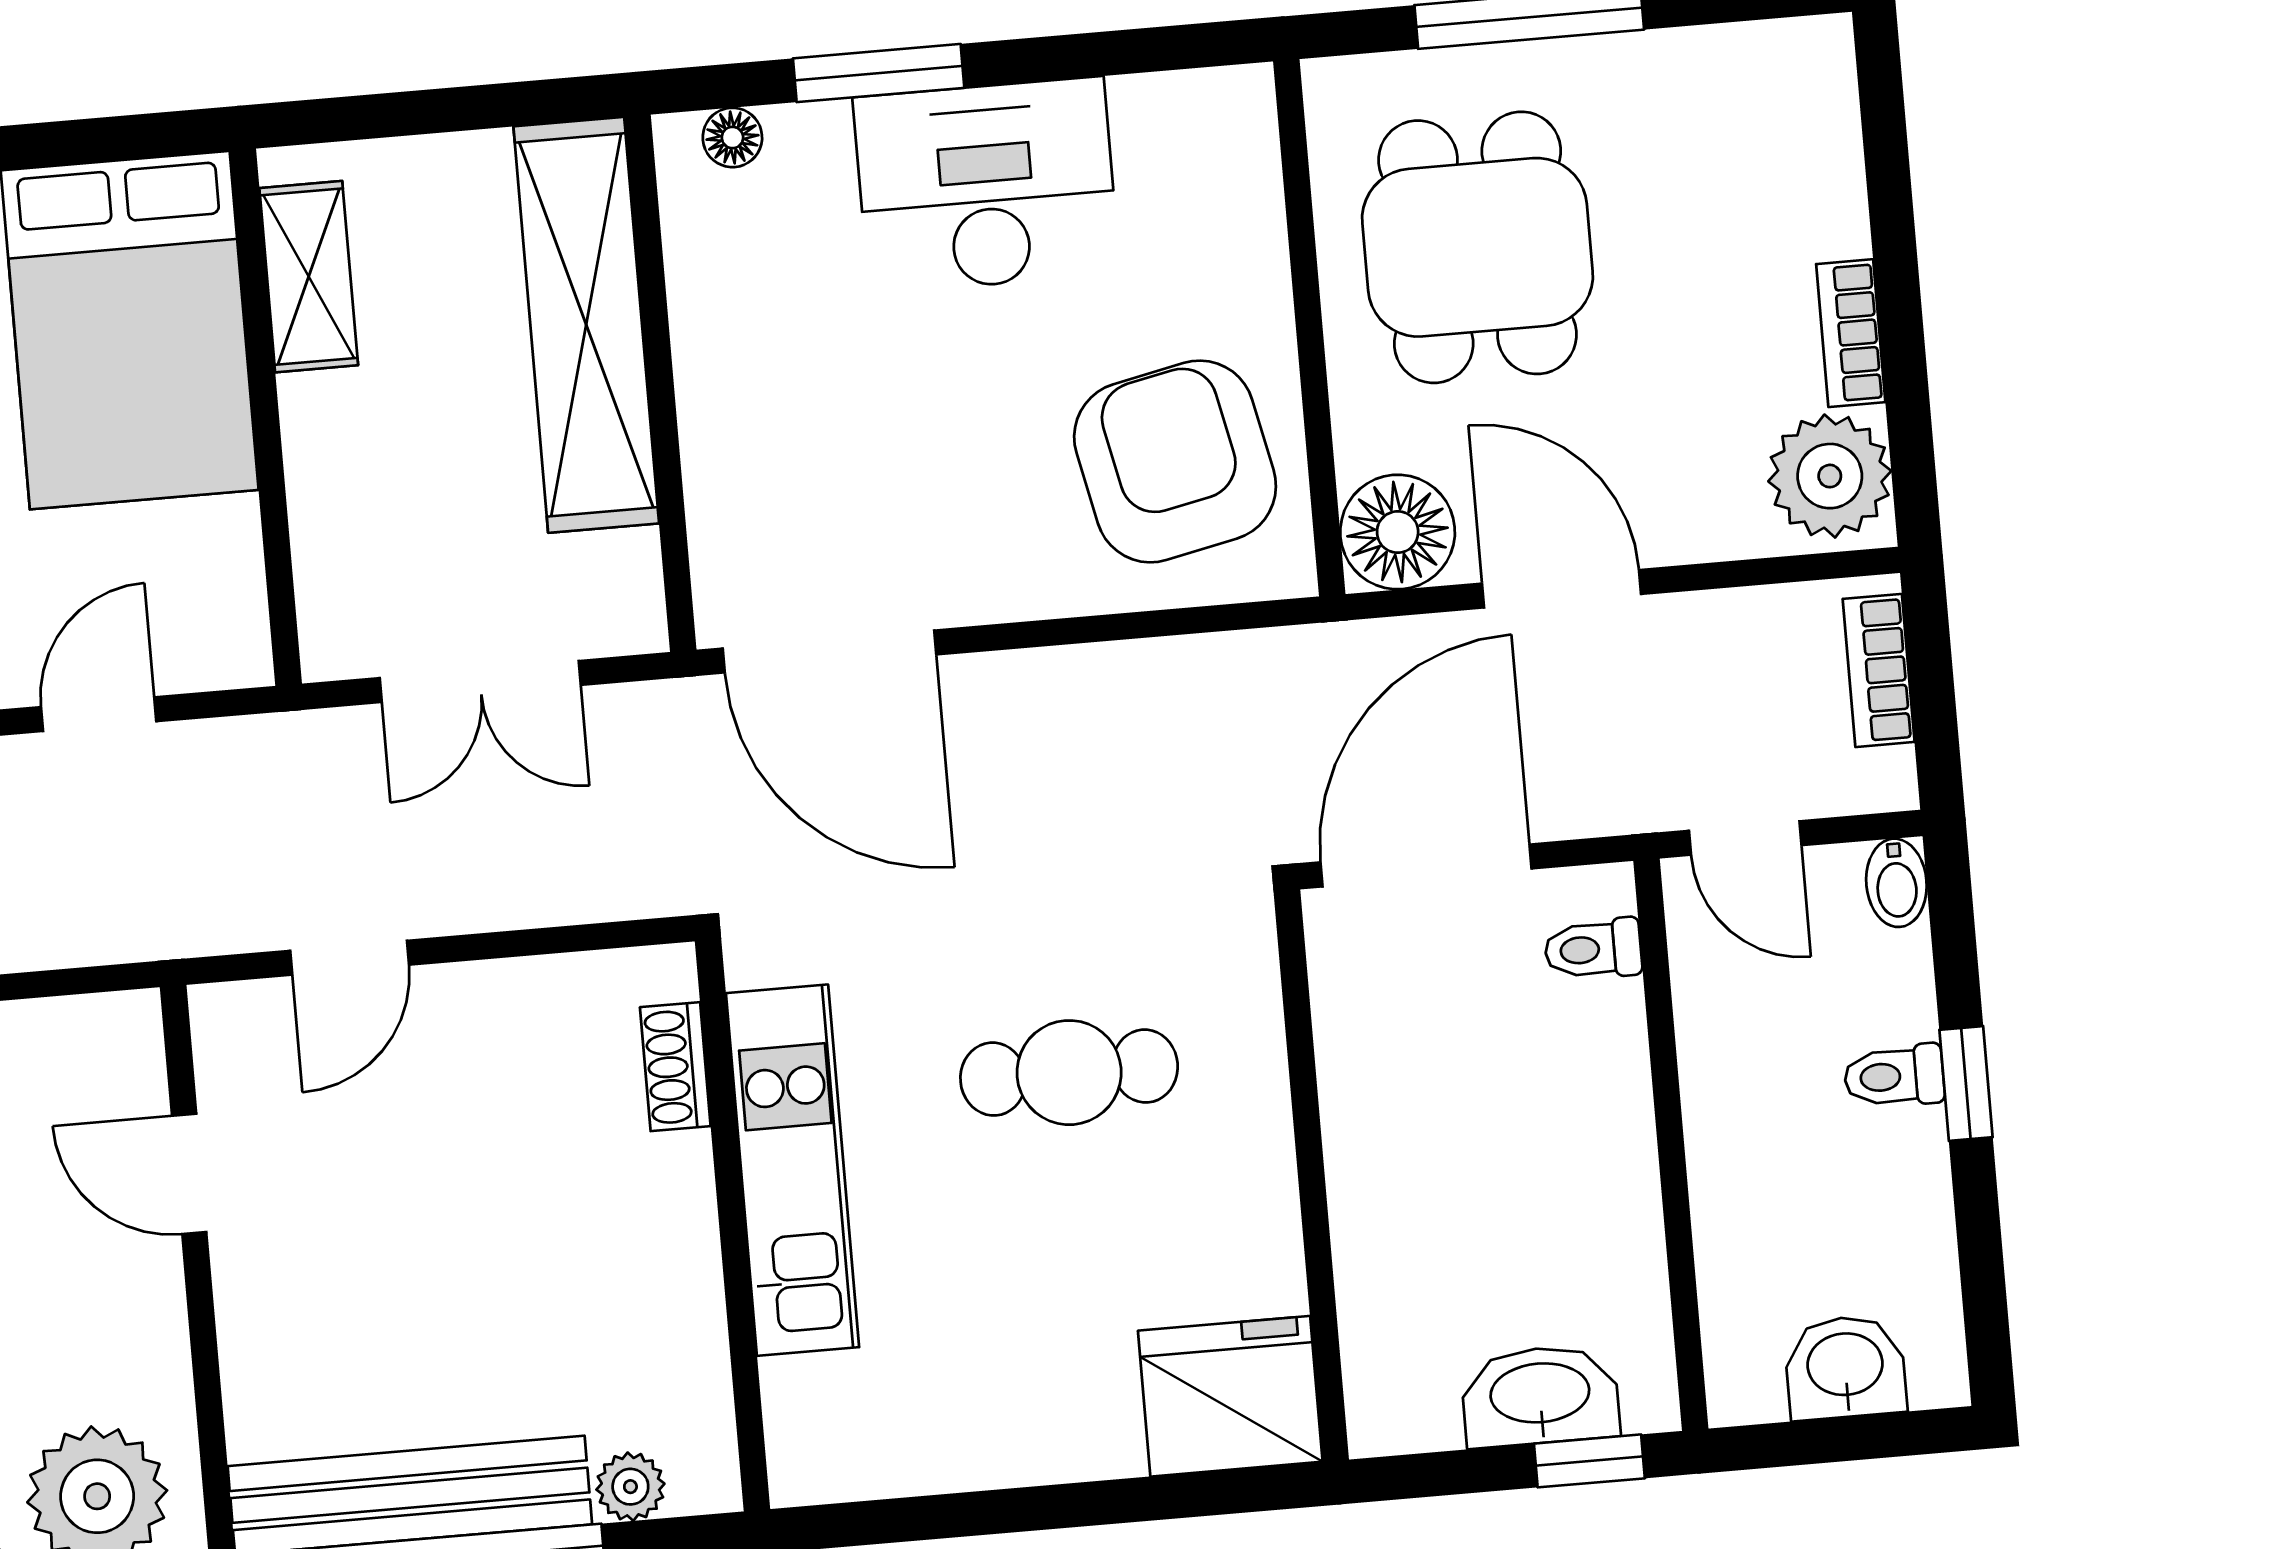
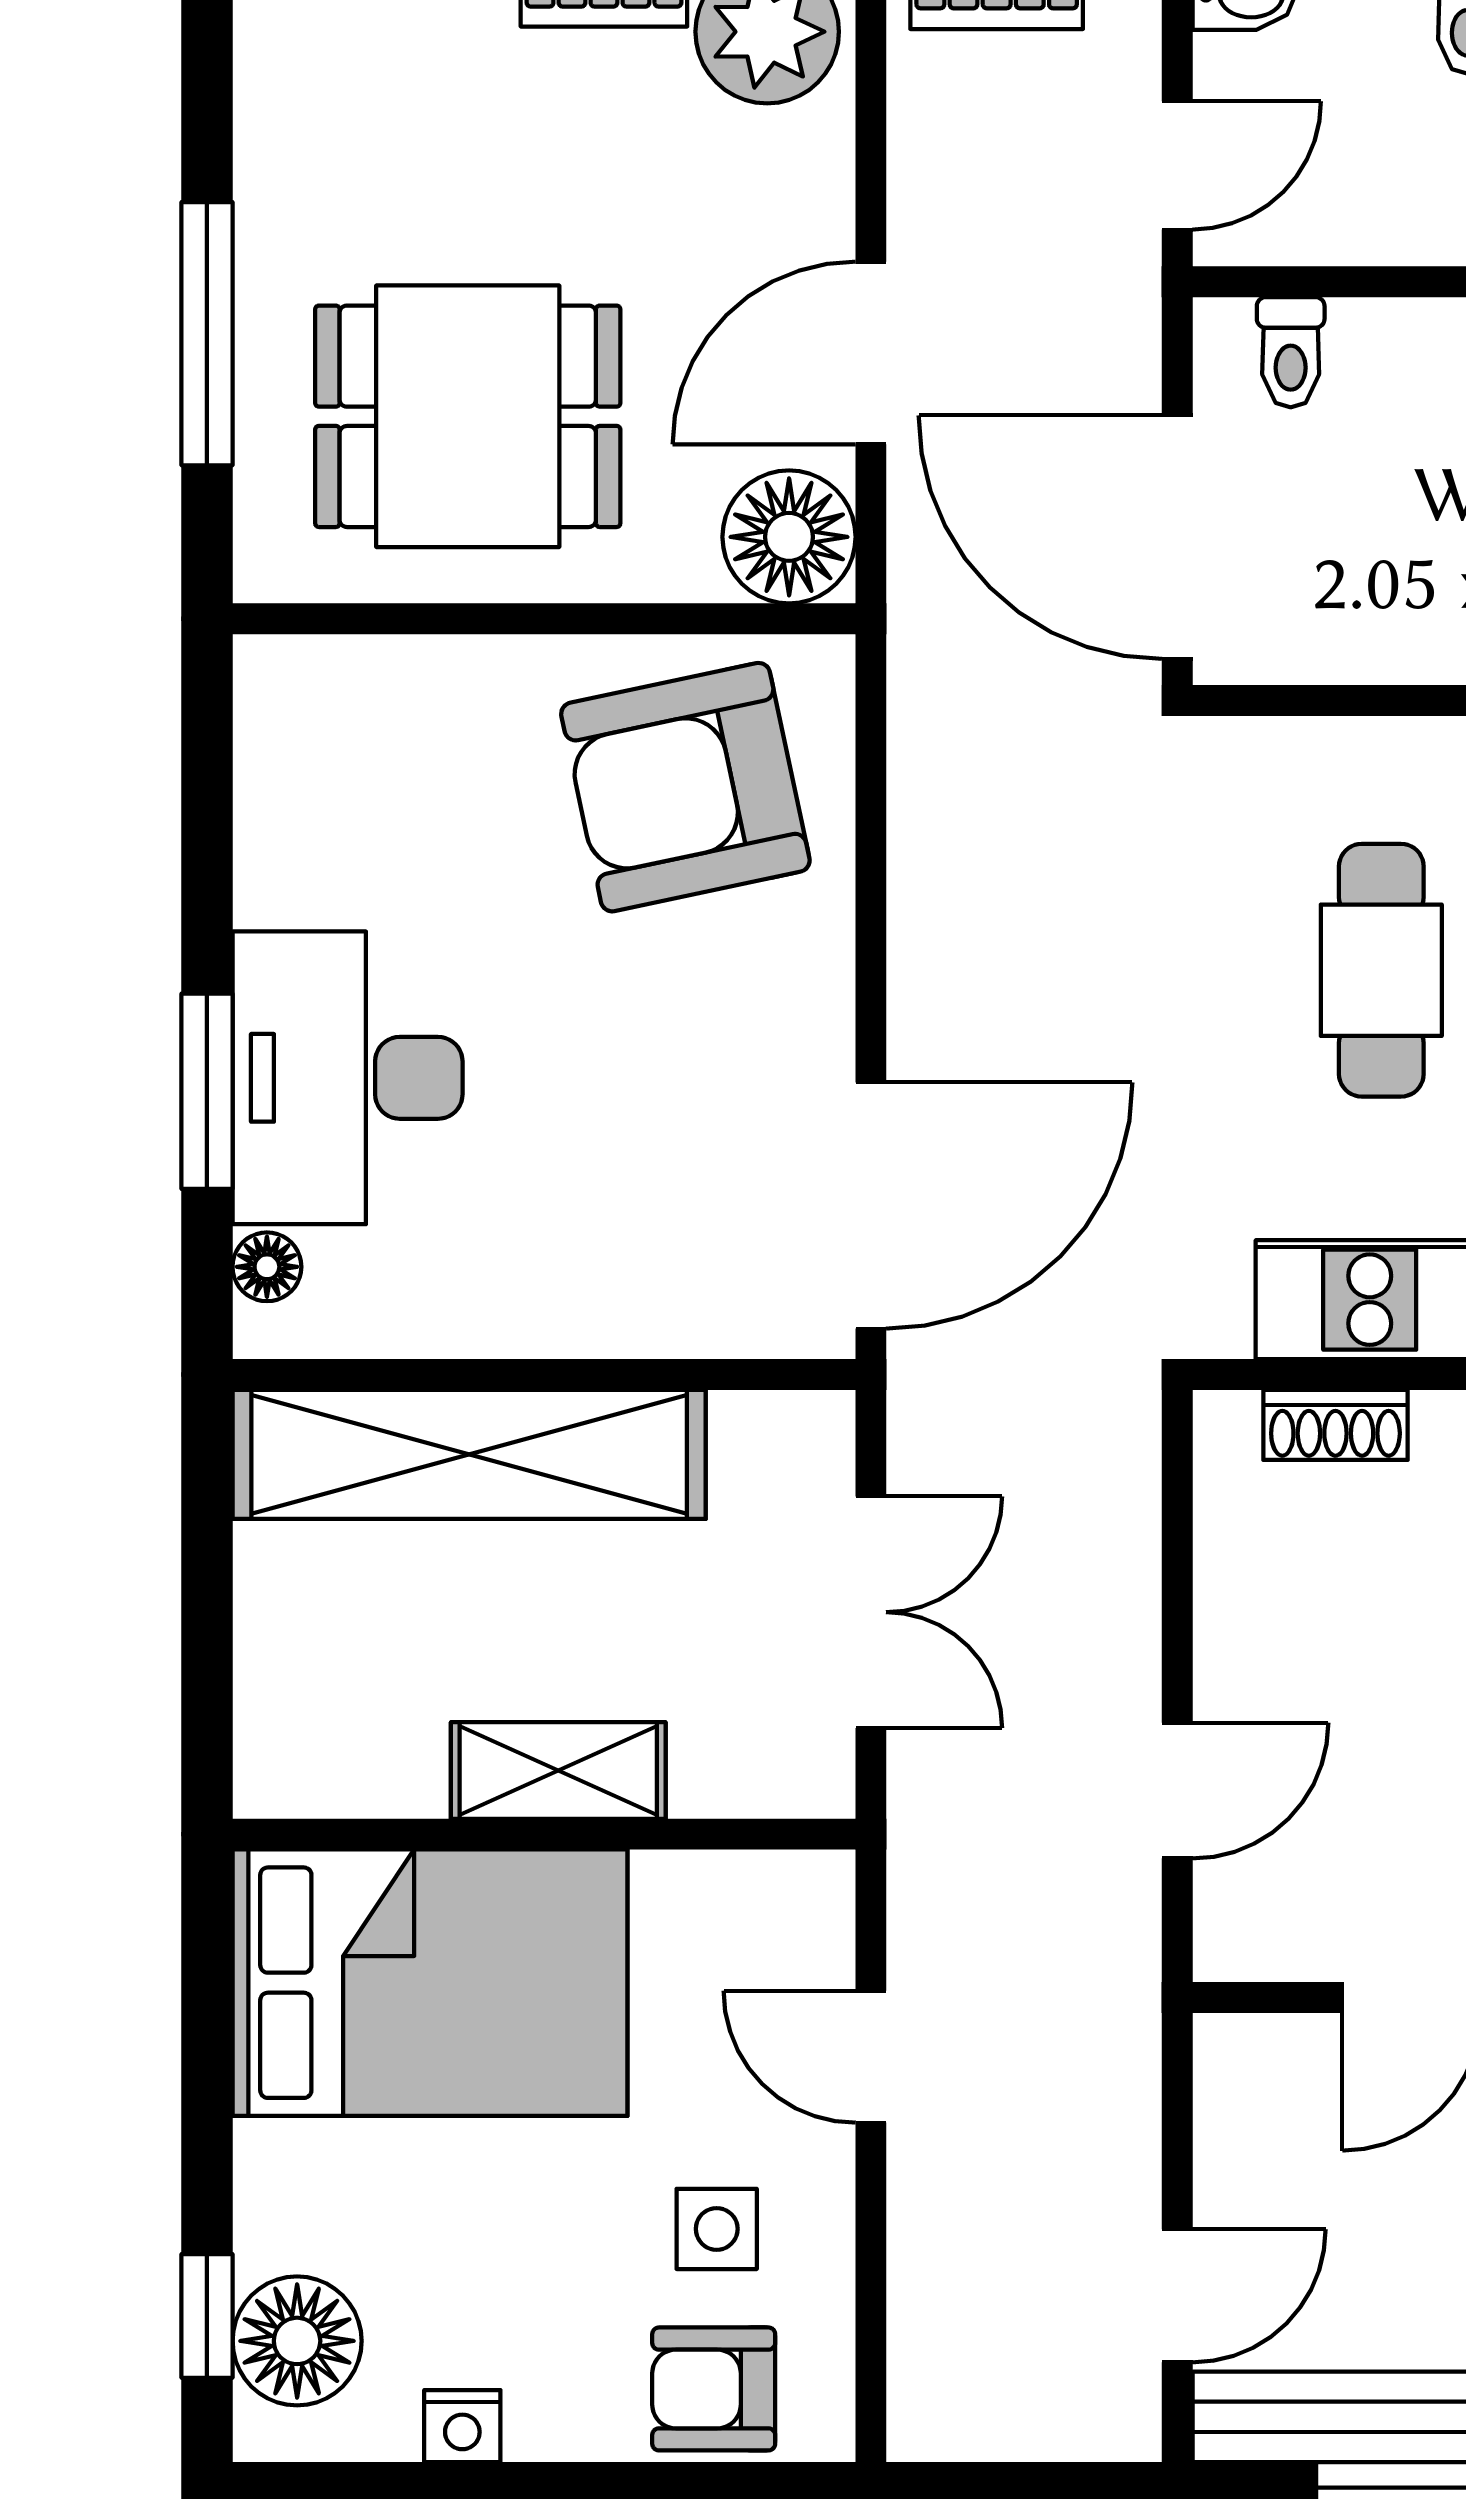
desk: (986, 185) -> (348, 1078), moved
shelving: (309, 277) -> (558, 1770), moved
door: (350, 958) -> (1177, 1791), hinge flipped

